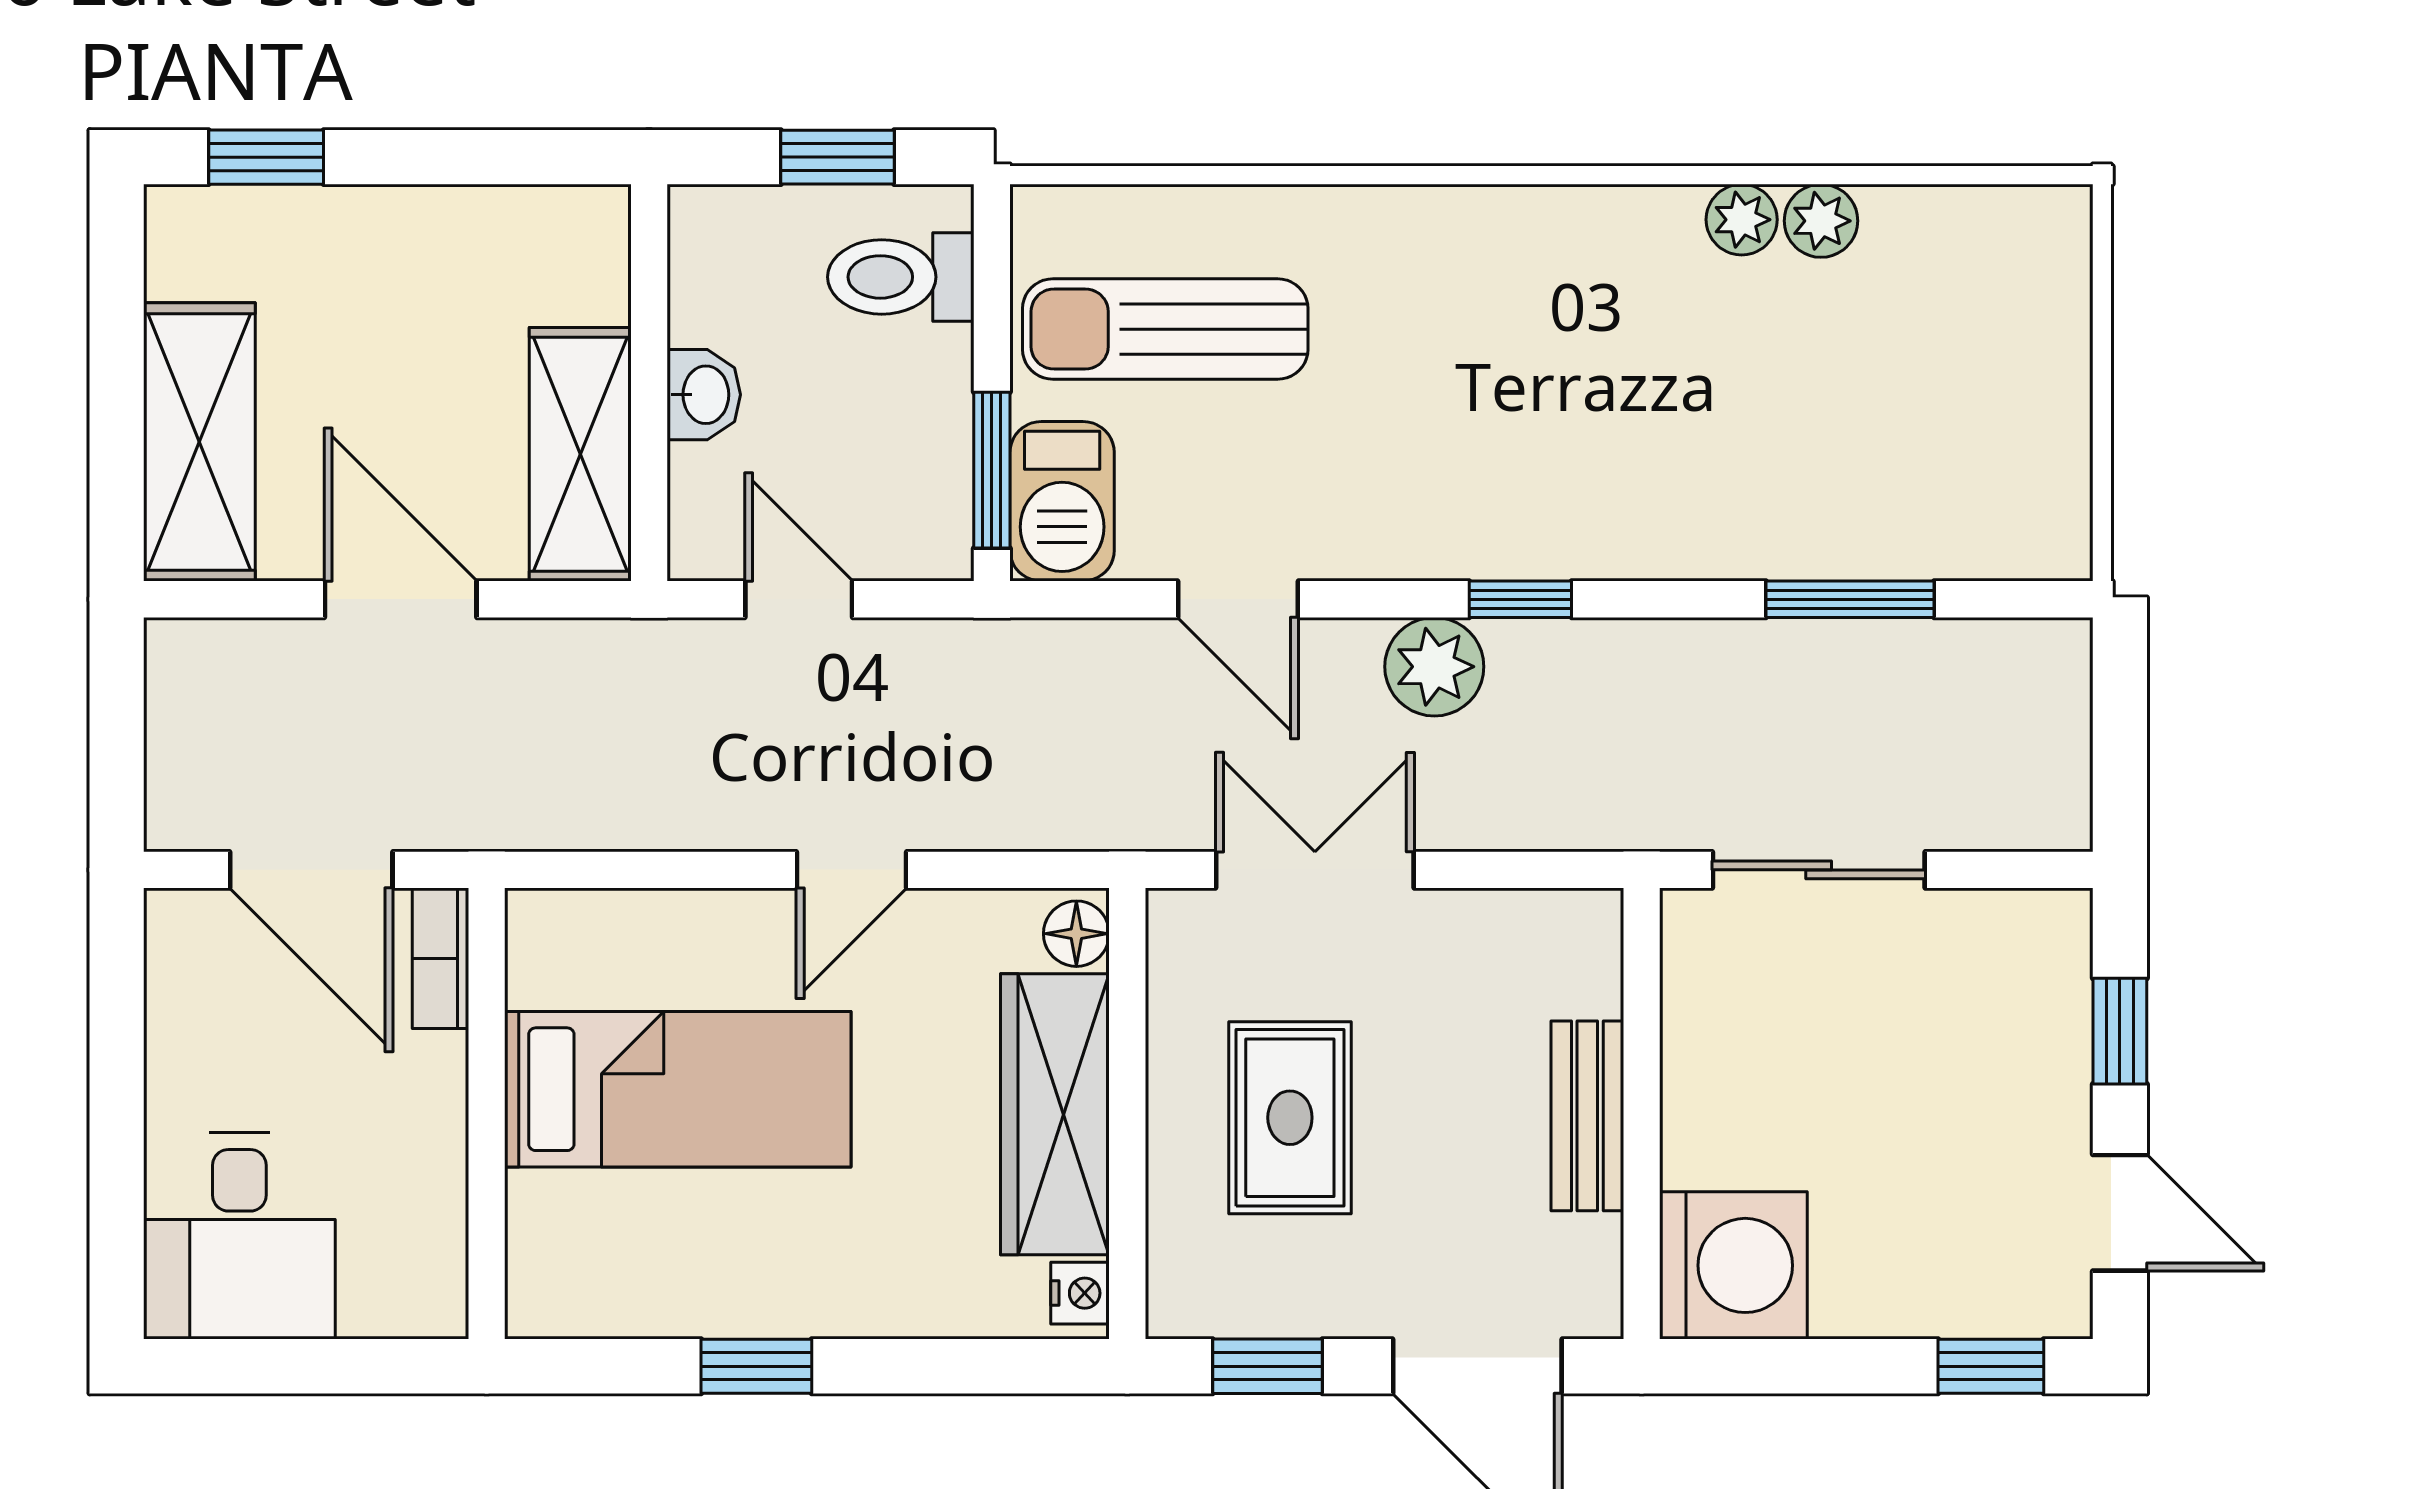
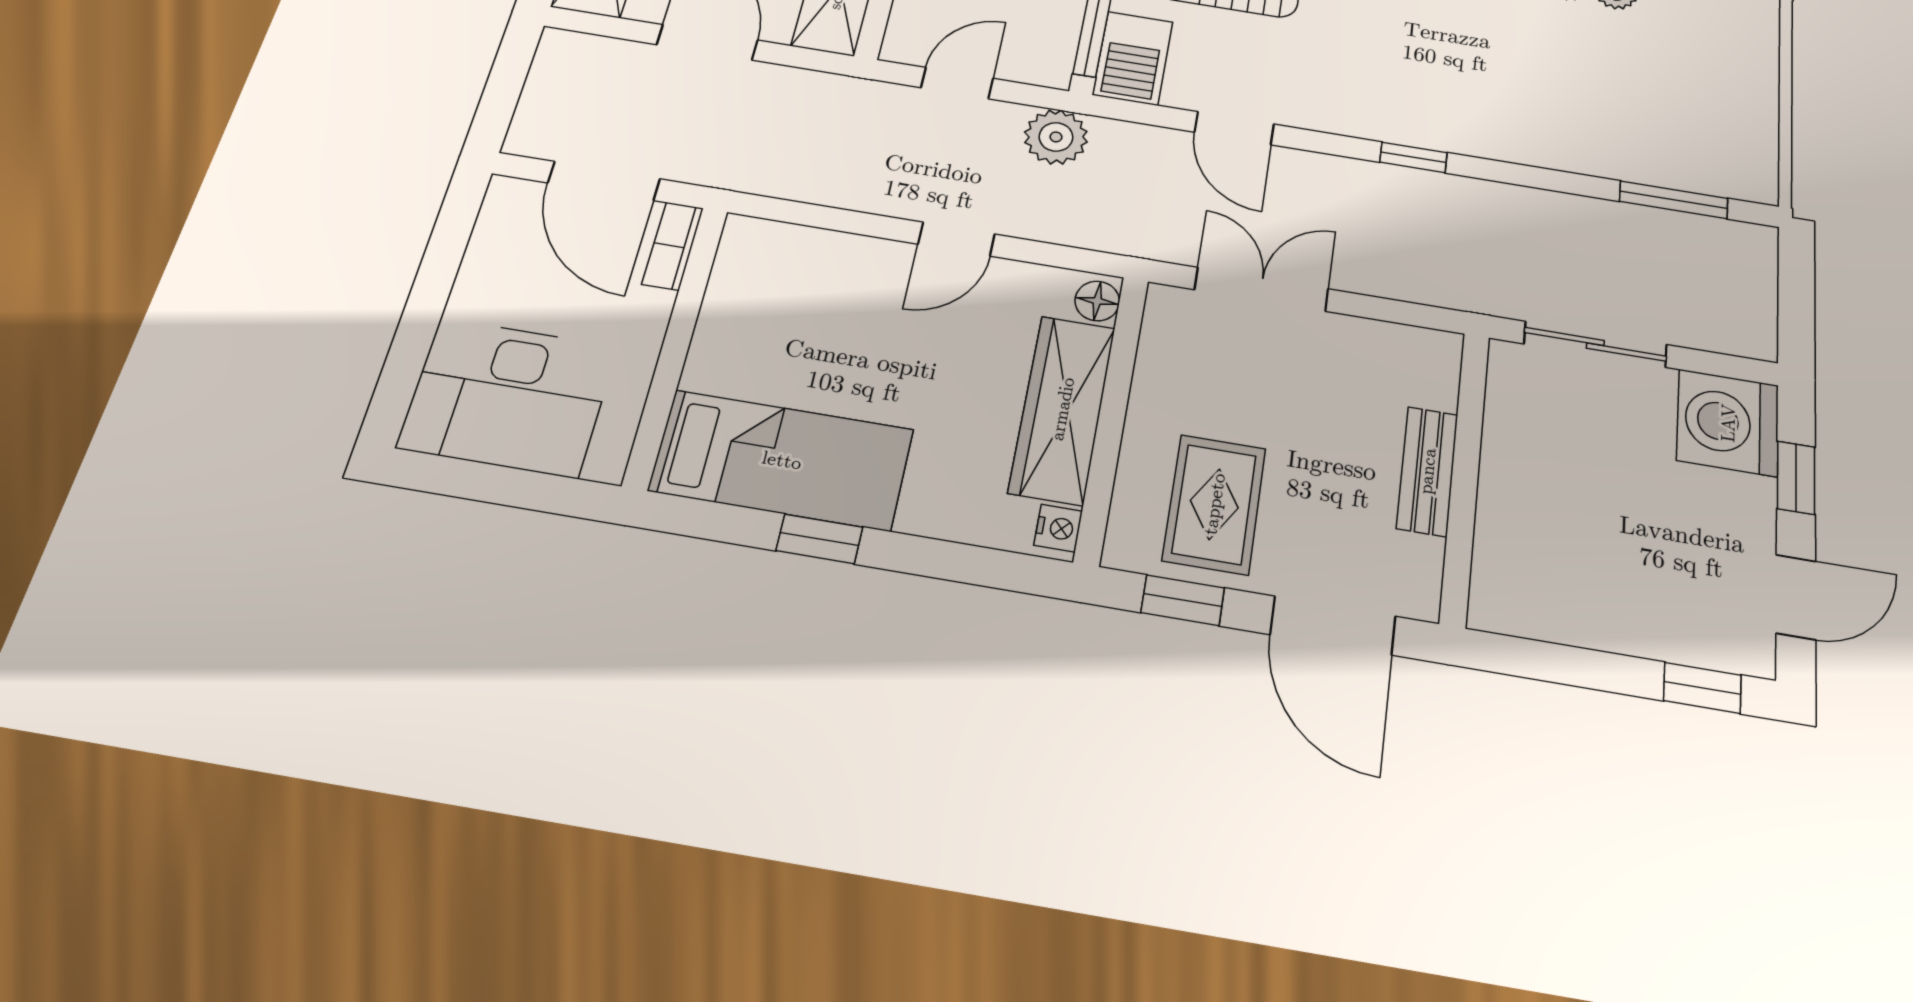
door: (799, 599) -> (957, 83), hinge flipped
window: (1850, 599) -> (1674, 200), moved
plant: (1434, 667) -> (1056, 137), moved
bed: (678, 1089) -> (782, 460), moved
rug: (1290, 1118) -> (1214, 504), moved
door: (2120, 1213) -> (1796, 597), hinge flipped
desk: (239, 1236) -> (508, 397), width x1.37
washing machine: (1733, 1265) -> (1728, 423), moved, turned 180

